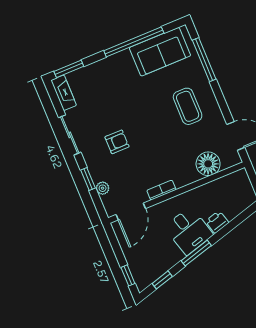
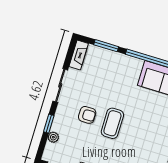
window: (69, 69) -> (106, 46), moved
coffee table: (188, 106) -> (112, 123), moved

